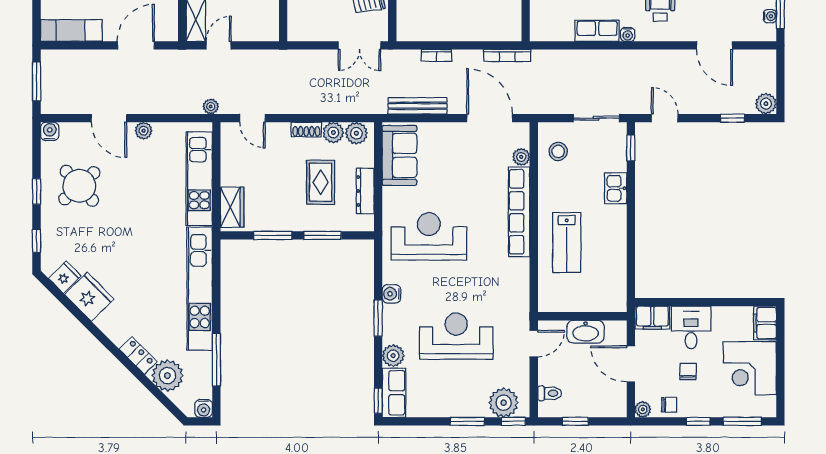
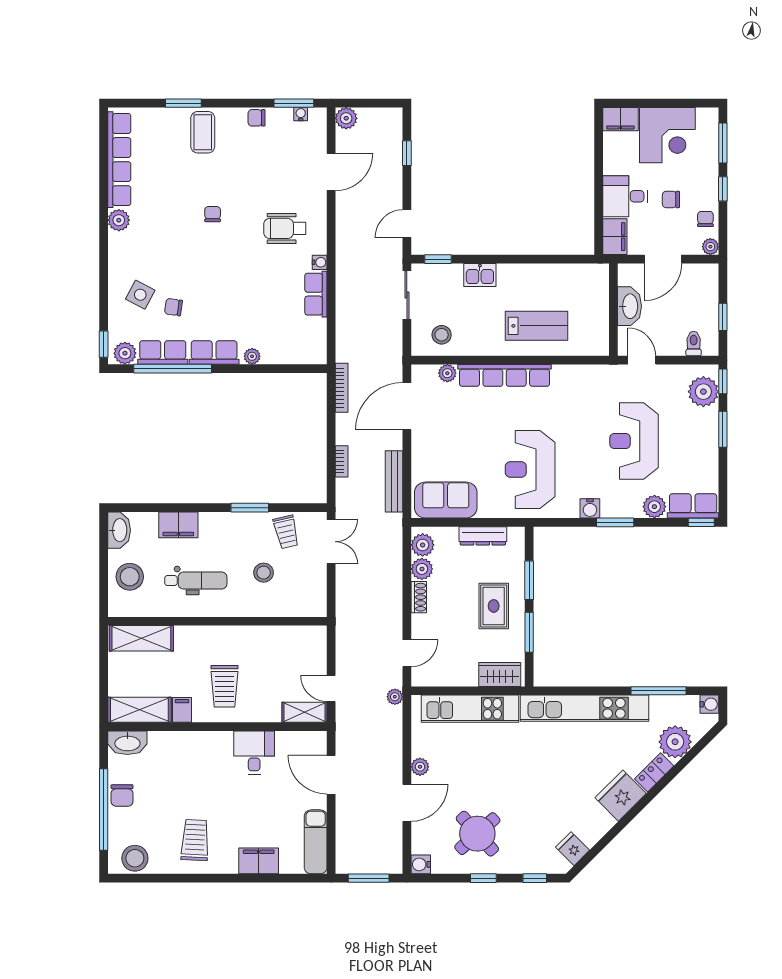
plant: (766, 104) -> (346, 118), moved
rug: (321, 182) -> (494, 606), moved, turned 90
fridge: (89, 297) -> (621, 796), moved

